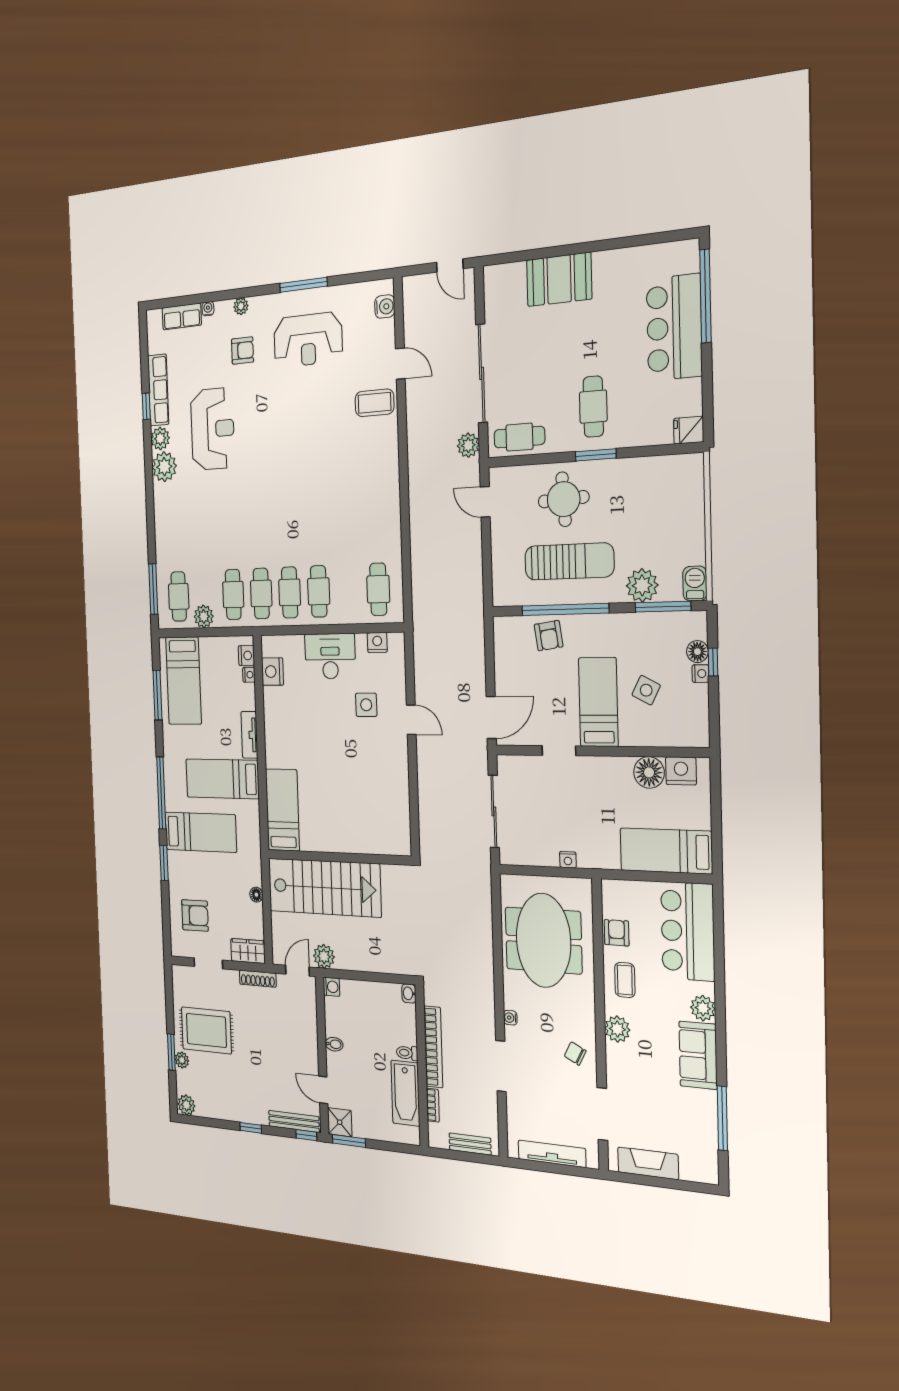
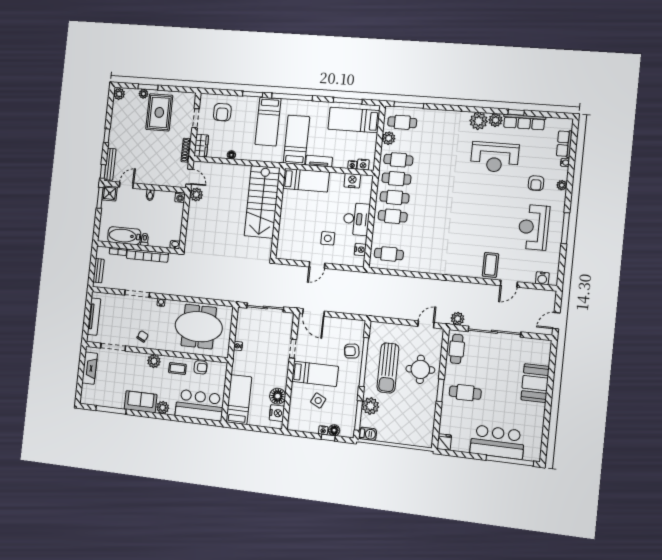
bed: (282, 810) -> (306, 180), moved
wall: (338, 857) -> (278, 213), moved
stairs: (324, 888) -> (262, 202), moved

